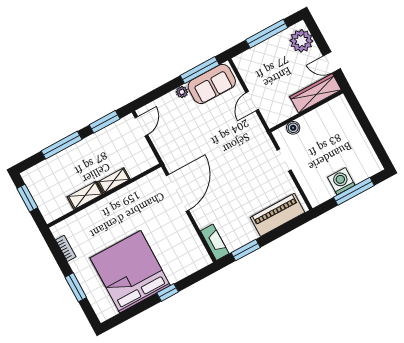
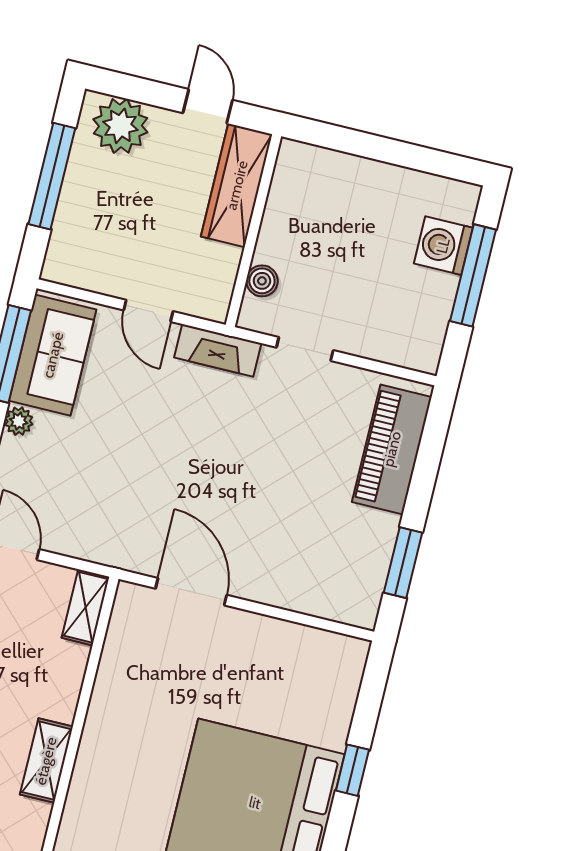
door: (332, 62) -> (208, 106), swing flipped
shelving: (114, 181) -> (86, 607), moved
washing machine: (341, 181) -> (443, 246), moved
door: (178, 193) -> (191, 592), width x0.73
fireplace: (215, 242) -> (218, 350), moved, turned 180

